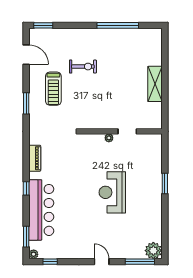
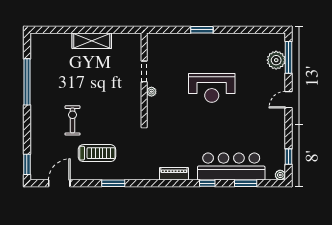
window: (26, 237) -> (246, 183), moved
plant: (153, 251) -> (276, 60), moved

